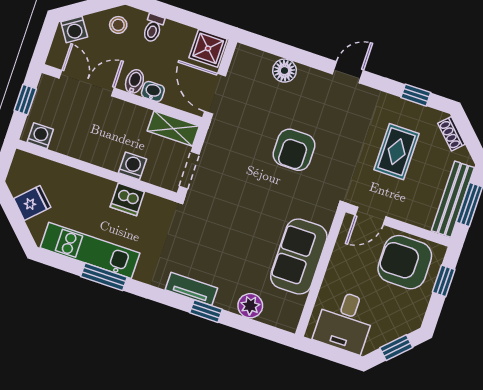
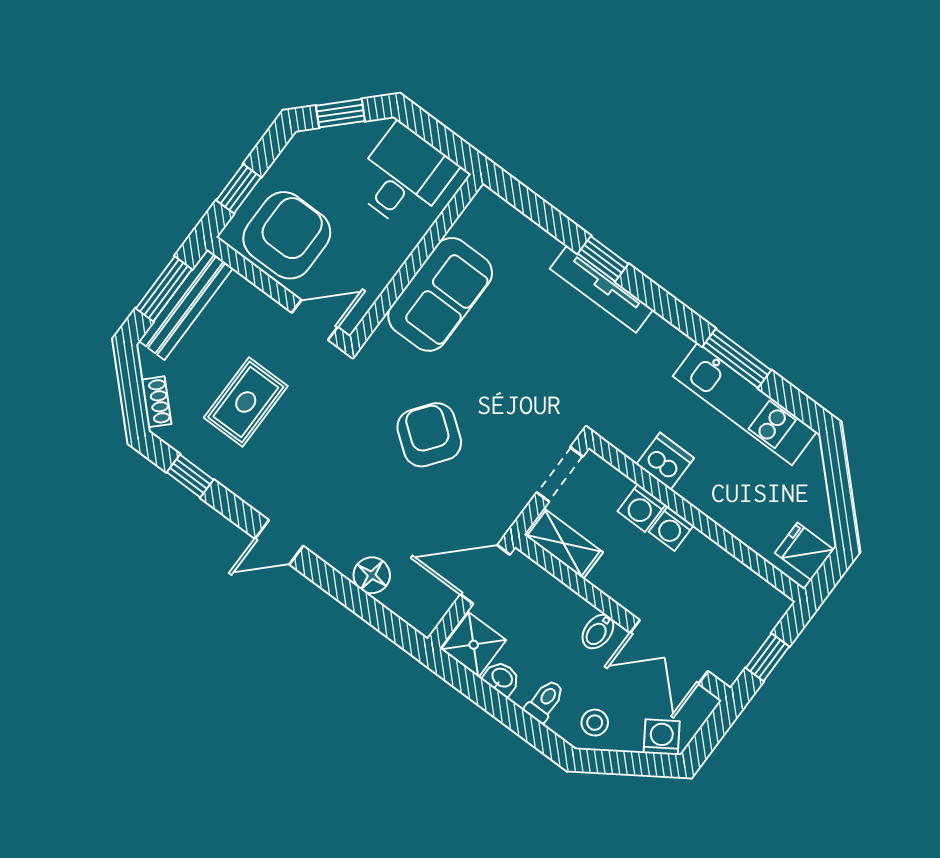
washbasin: (153, 91) -> (502, 678), moved, turned 180
door: (215, 94) -> (485, 575), swing flipped
washing machine: (40, 136) -> (671, 529), moved
armchair: (294, 150) -> (429, 435), moved, turned -53
fridge: (32, 203) -> (804, 551), moved, turned 45
armchair: (405, 262) -> (287, 235), turned -90
tv unit: (191, 289) -> (601, 289), width x1.41
plant: (250, 306) -> (535, 245), removed

